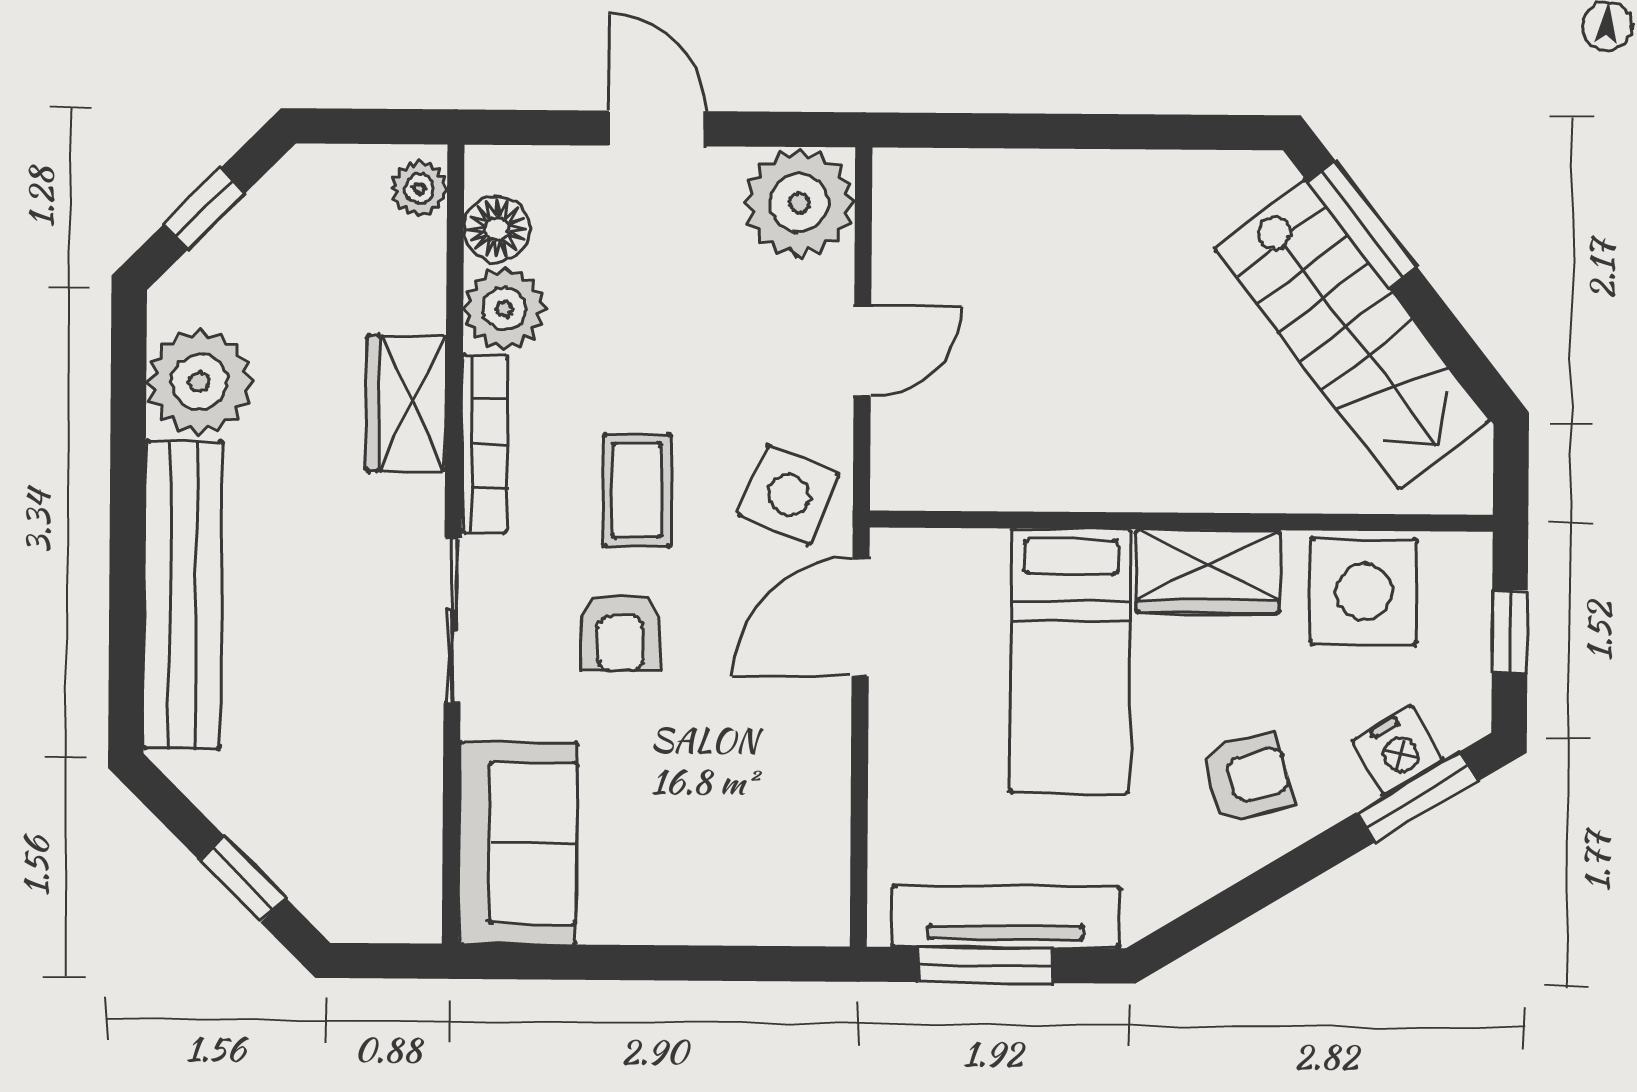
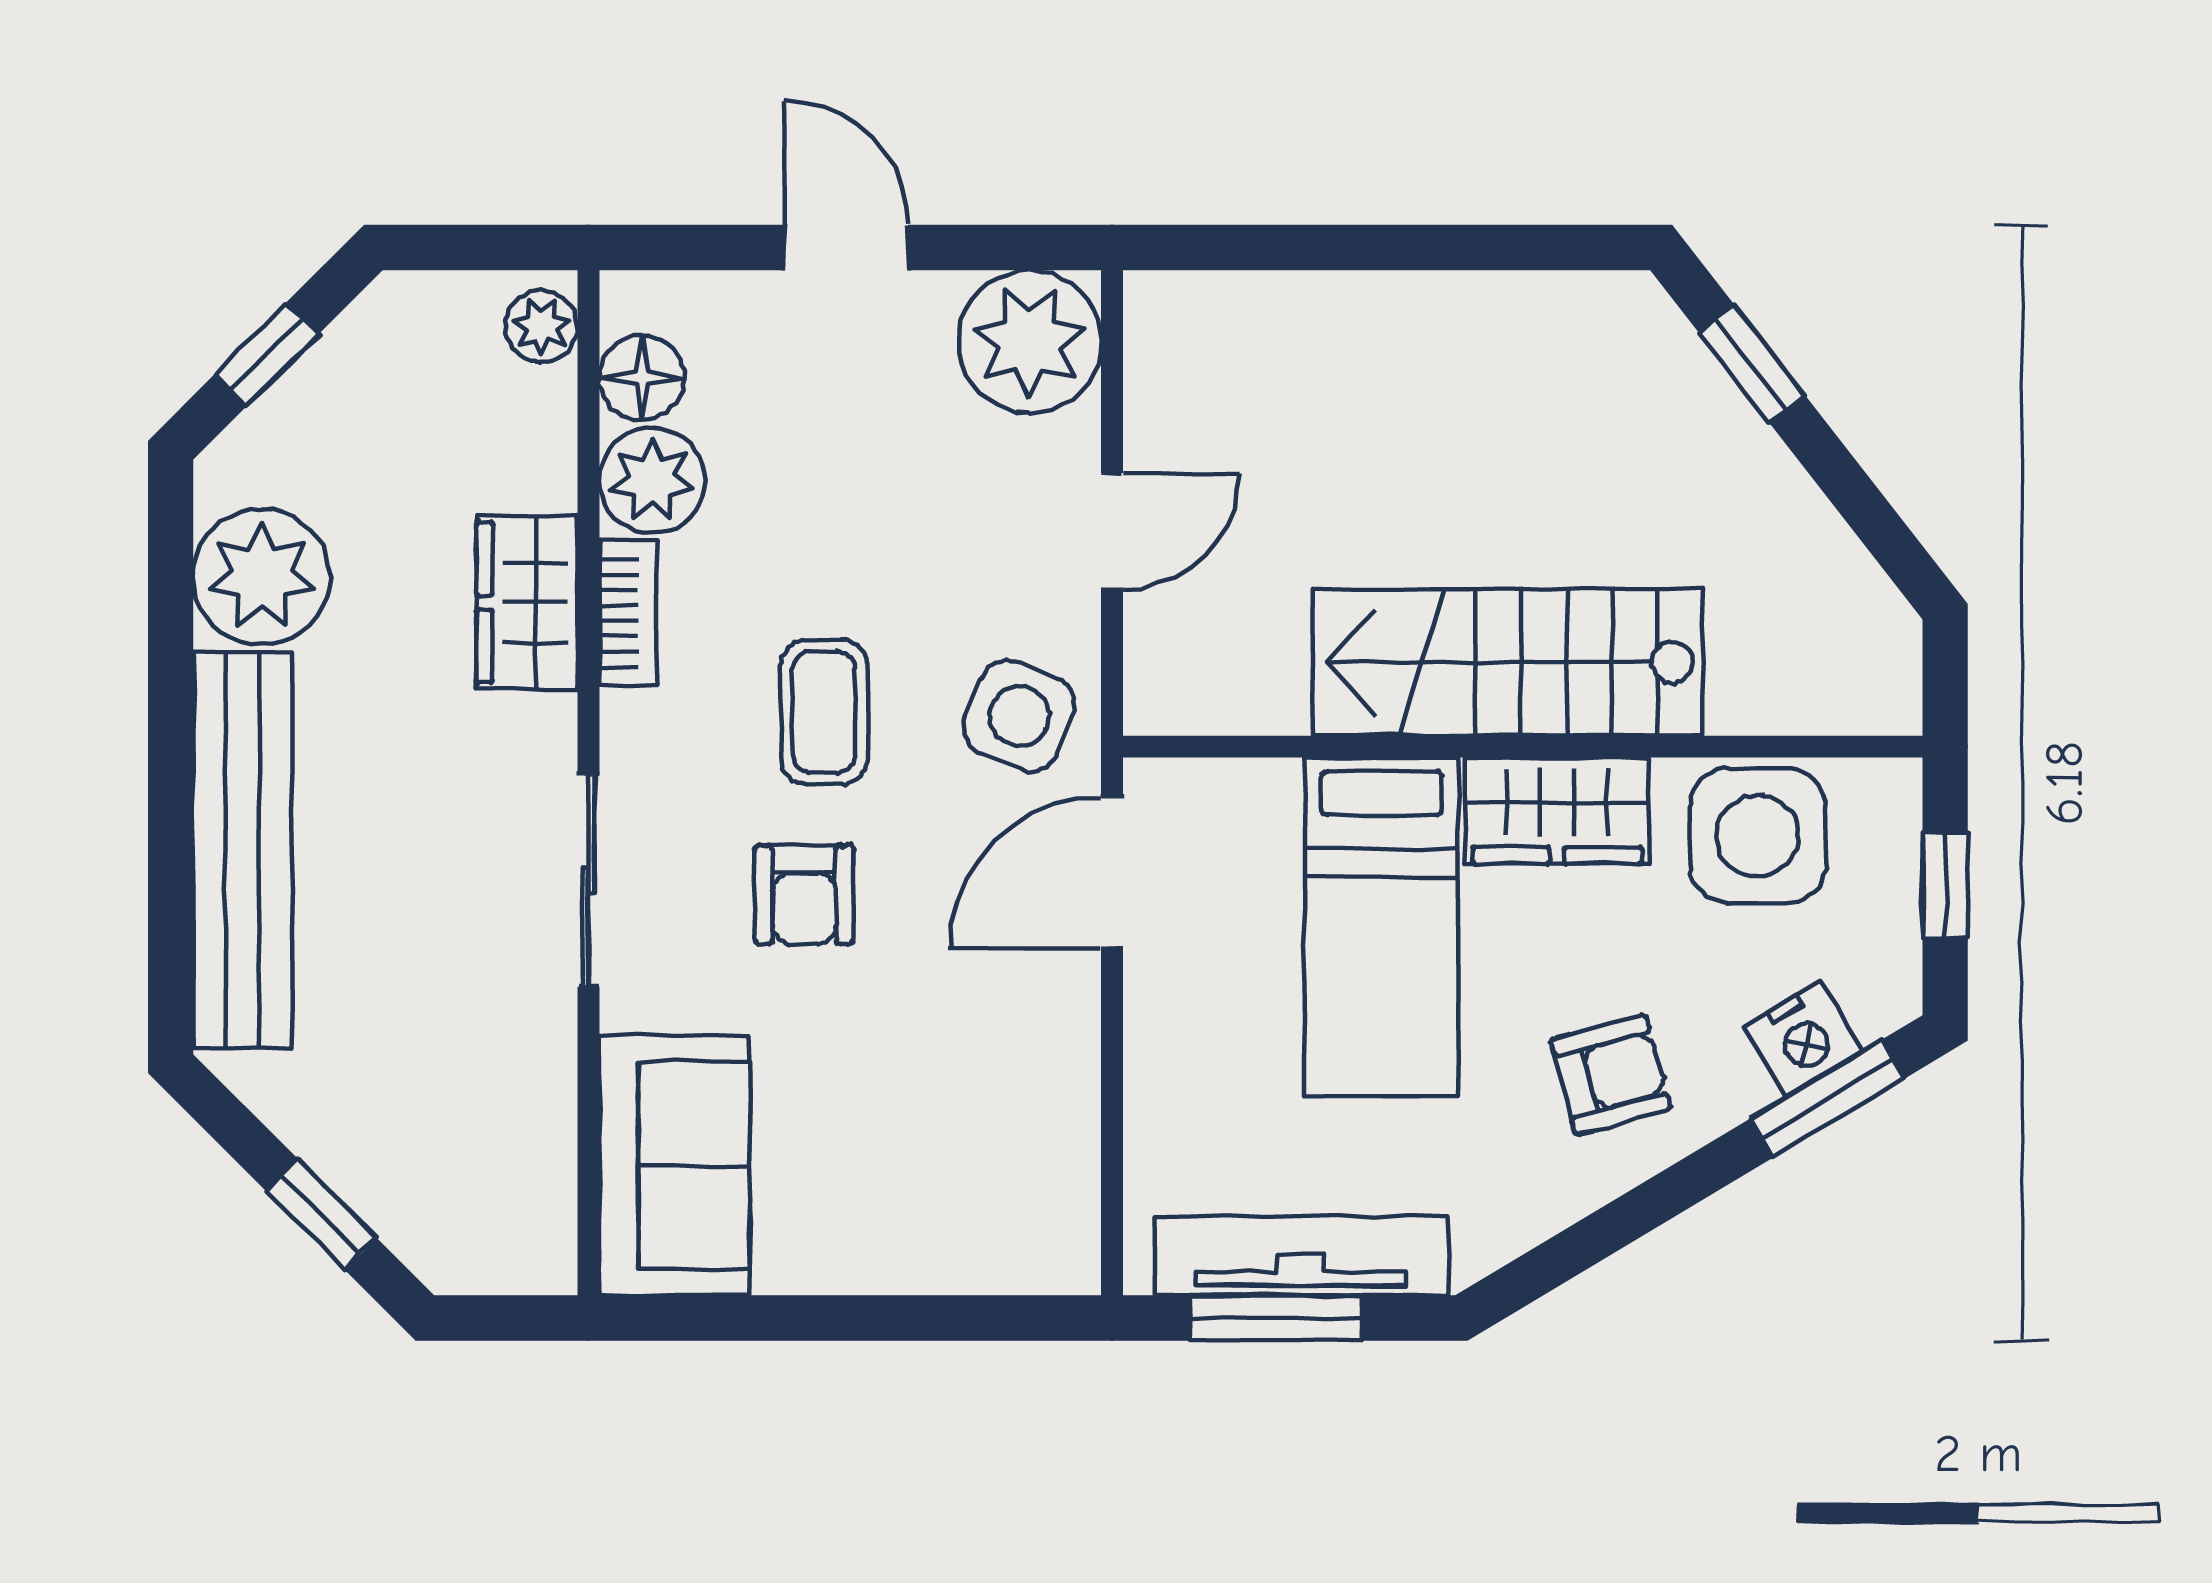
window: (1362, 224) -> (1752, 364), width x0.67
stairs: (1352, 334) -> (1508, 662), moved, turned 128
bookcase: (485, 444) -> (628, 613), width x0.64

